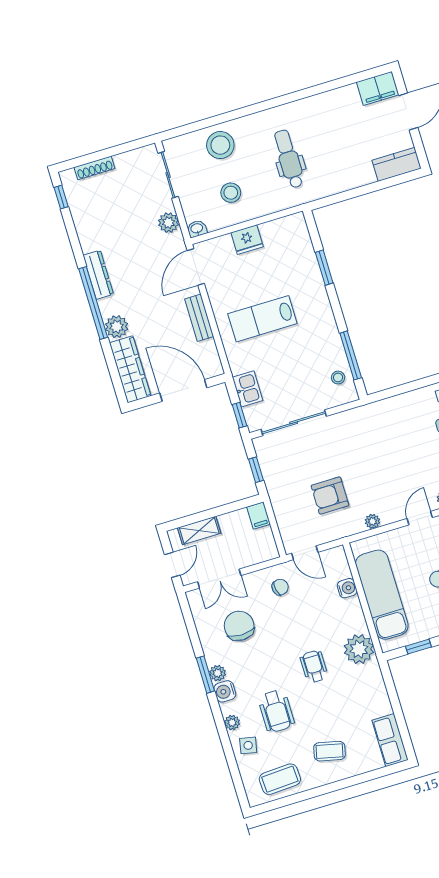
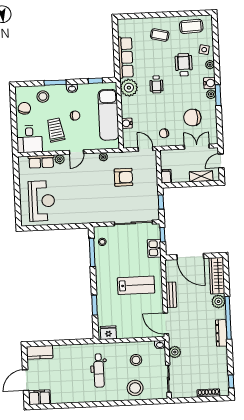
fridge: (247, 240) -> (108, 333), moved
door: (196, 267) -> (166, 323), swing flipped
chair: (239, 626) -> (192, 118), turned 90
row of seats: (390, 740) -> (126, 57), moved, width x1.48

